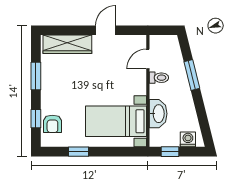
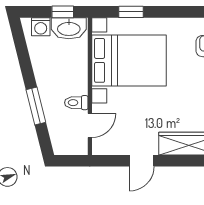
washbasin: (158, 114) -> (69, 28), moved, turned -90
bed with nightstands: (116, 121) -> (129, 60), width x1.36
window: (79, 152) -> (131, 12), moved

